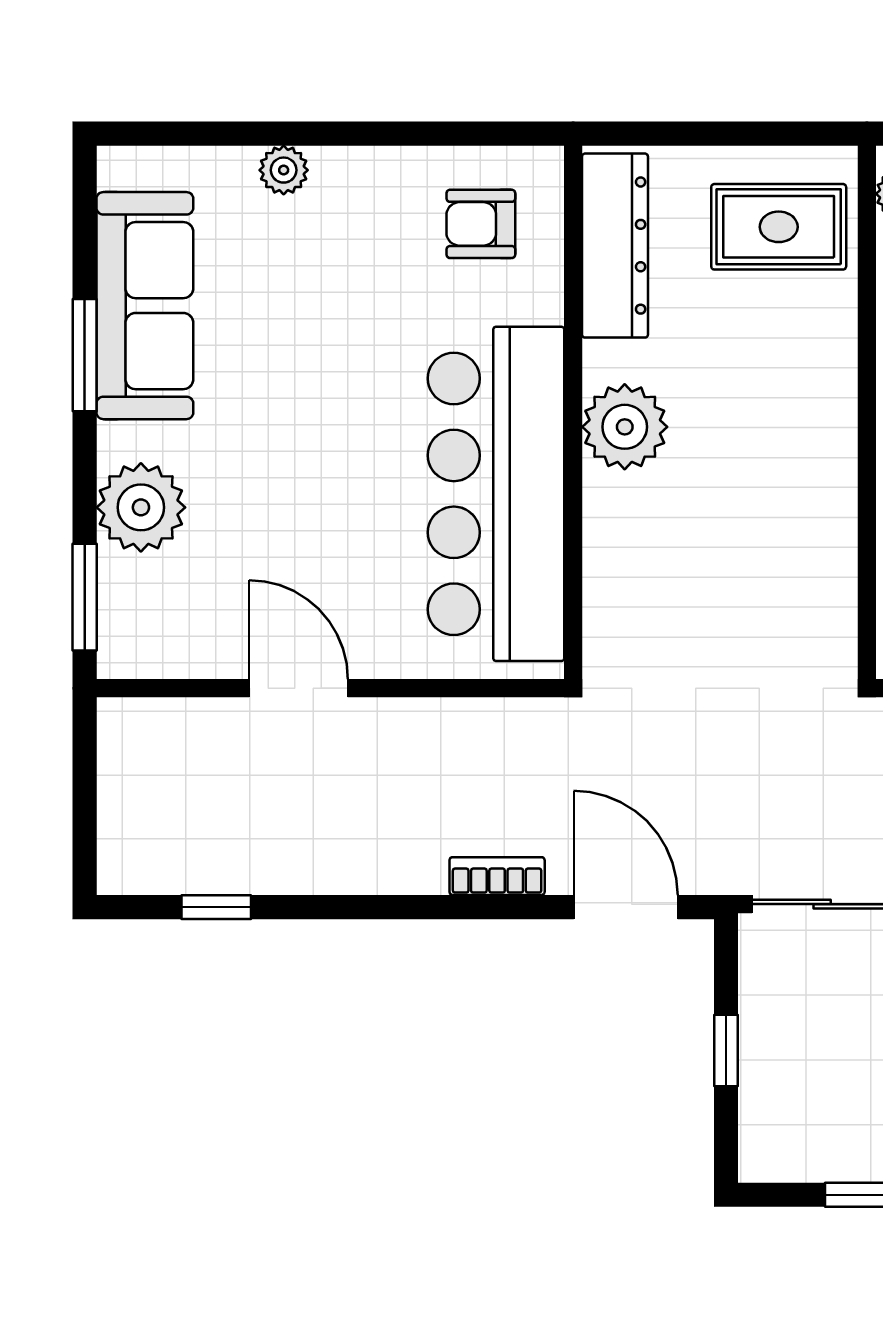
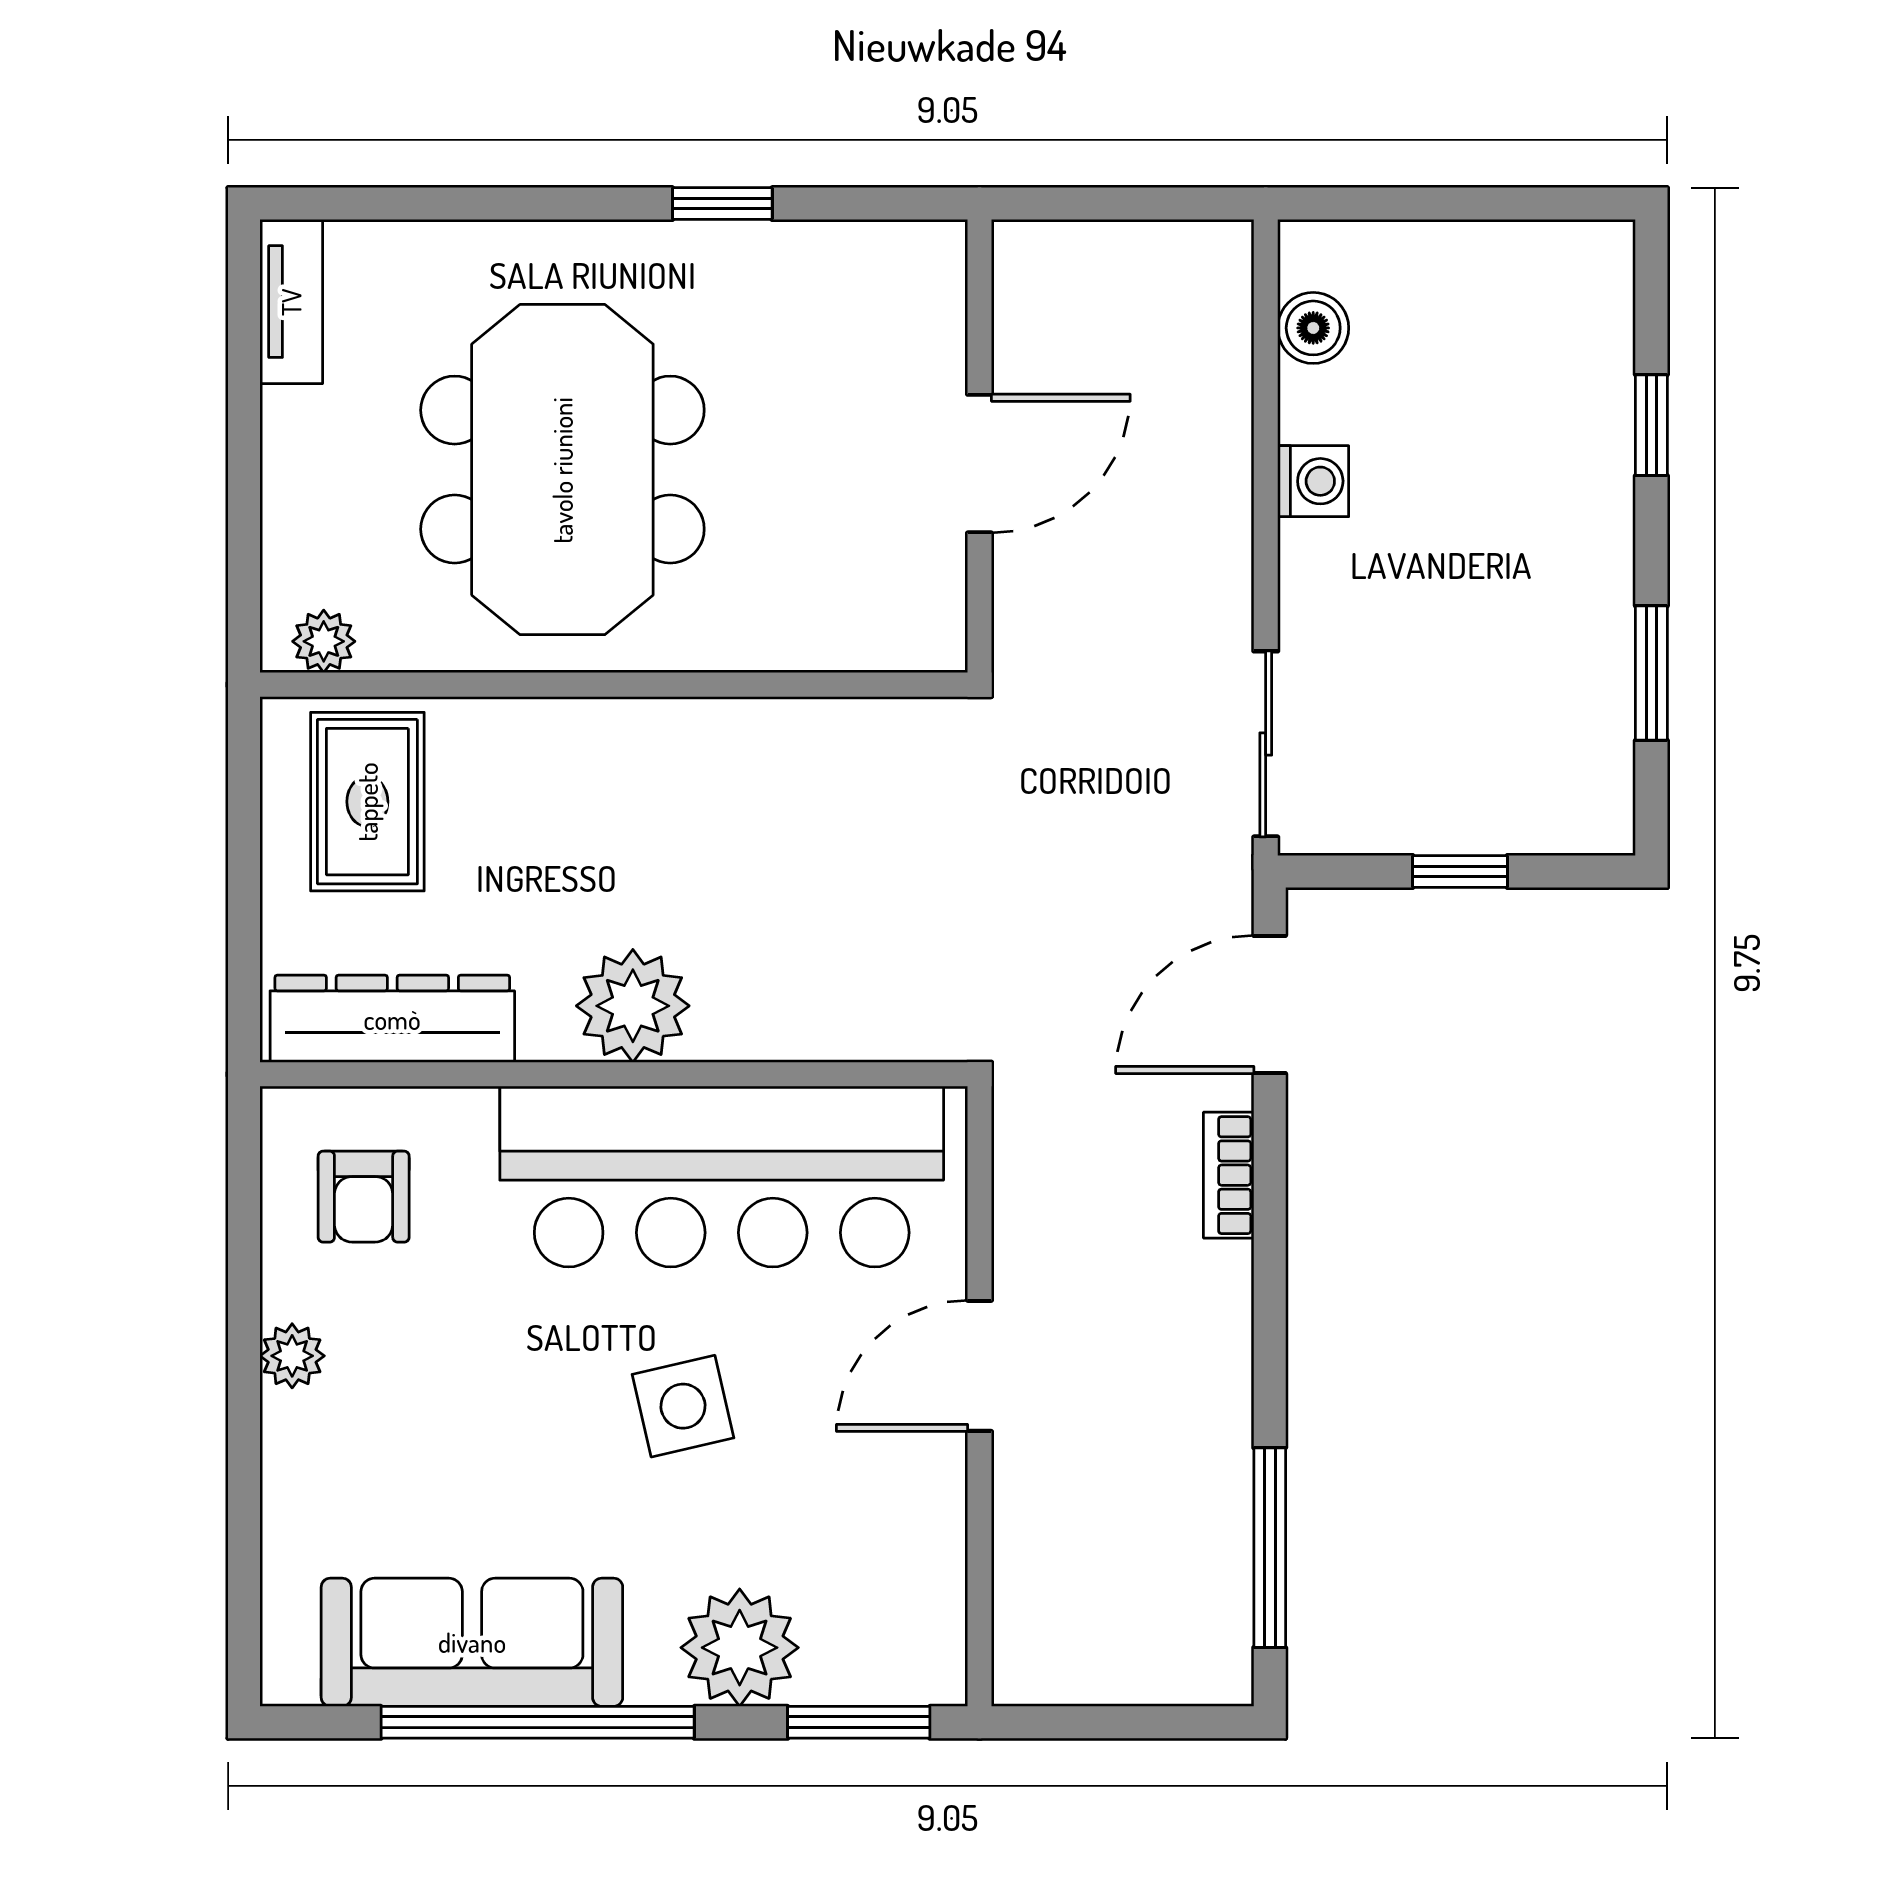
plant: (284, 170) -> (292, 1356), moved
window: (85, 355) -> (538, 1722), width x2.11
side table: (323, 465) -> (683, 1406), added
door: (299, 688) -> (979, 1366), moved
window: (216, 907) -> (1270, 1548), width x2.17

